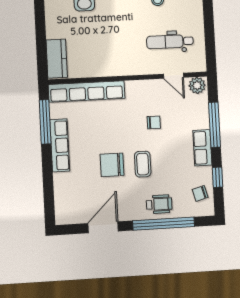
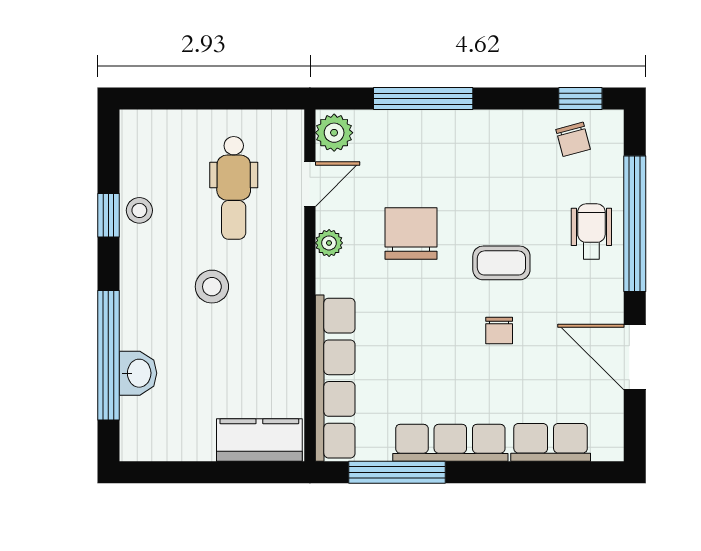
stool: (125, 34) -> (212, 287), added
plant: (148, 86) -> (329, 243), added
chair: (154, 122) -> (411, 234), width x1.87, depth x1.87
row of seats: (202, 148) -> (551, 442), moved, turned 180
chair: (112, 165) -> (499, 331), width x0.54, depth x0.54
window: (218, 177) -> (580, 99), moved

